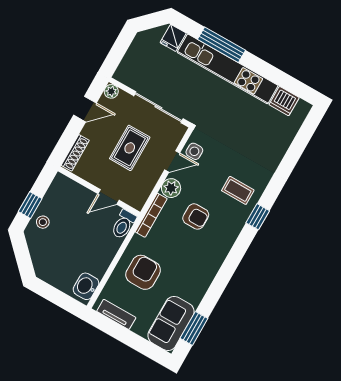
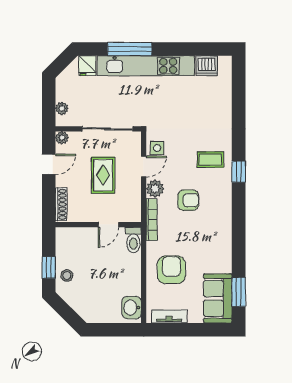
plant: (127, 64) -> (62, 108), added

